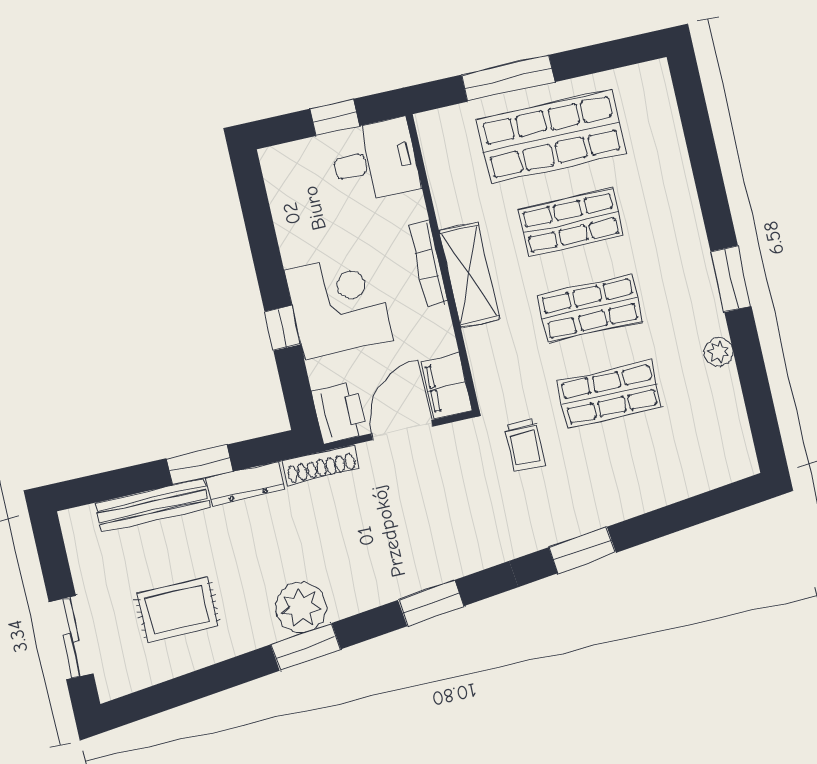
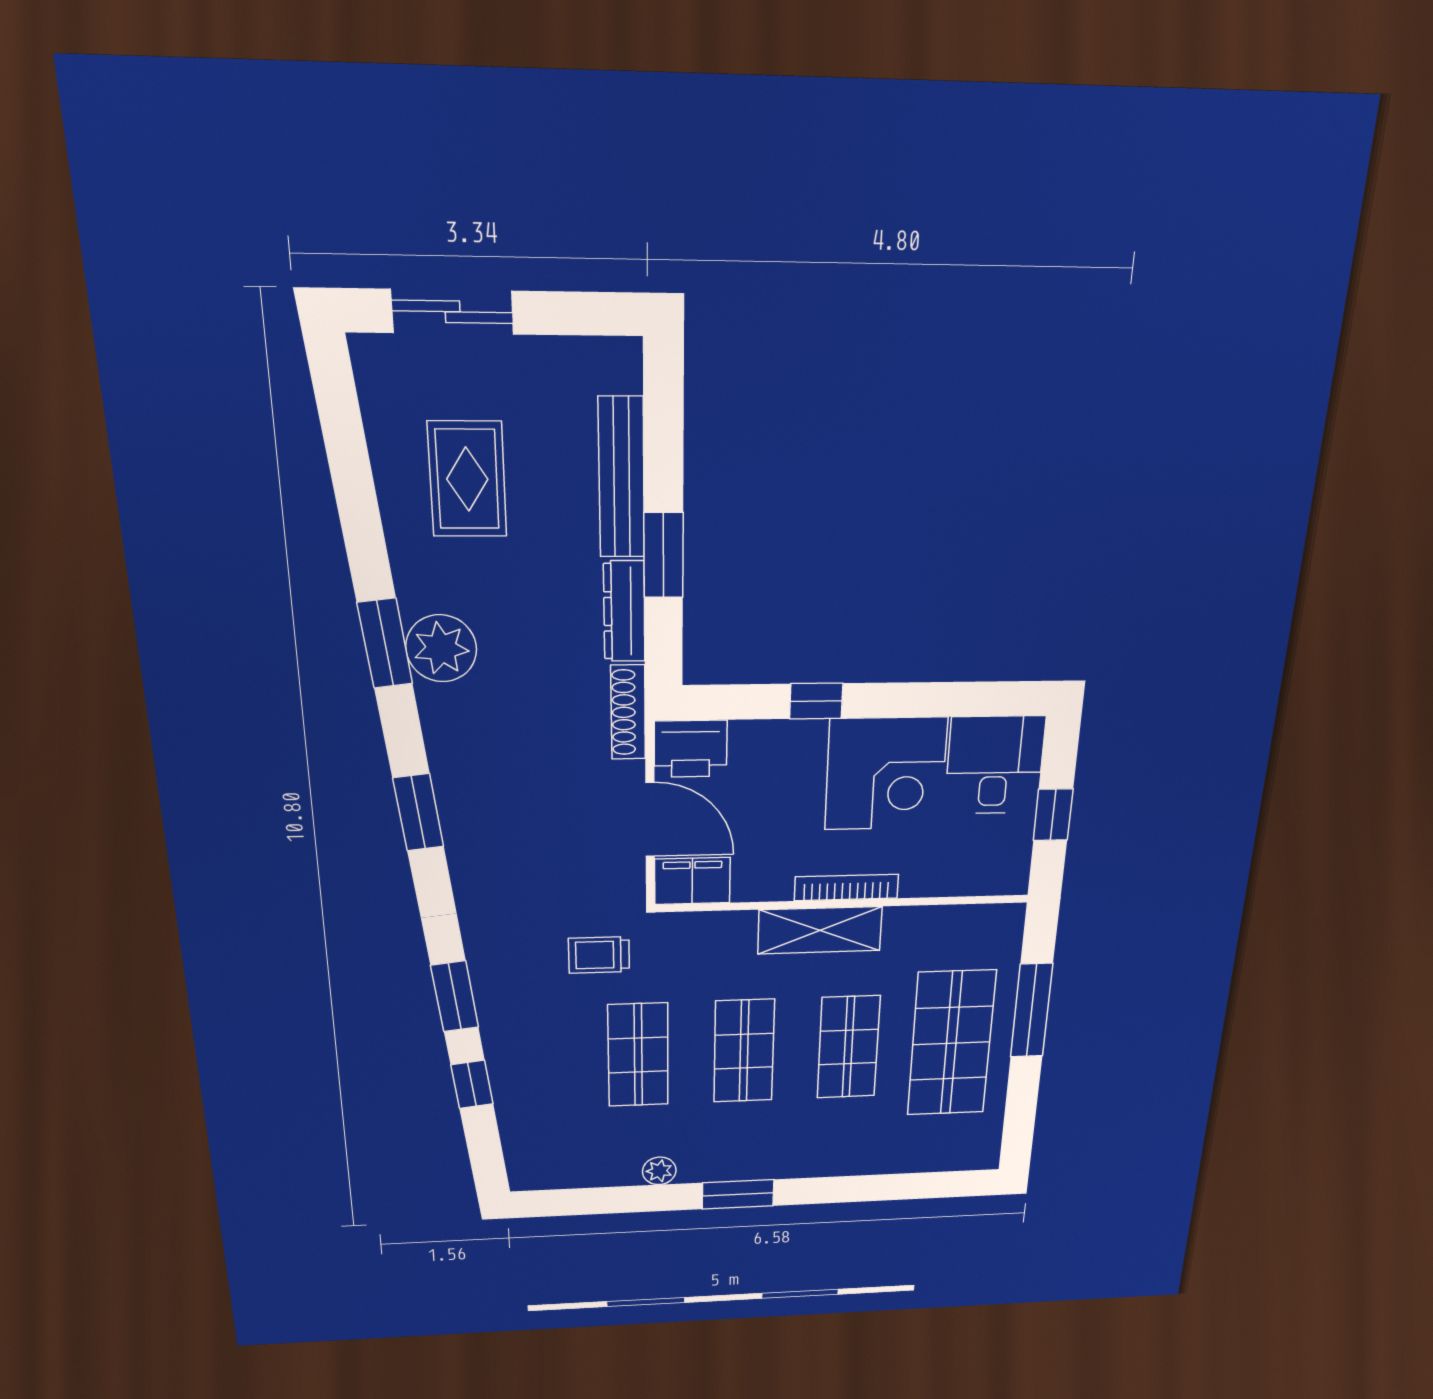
desk: (375, 161) -> (995, 765), moved, turned 180
corner desk: (339, 305) -> (886, 774), moved
window: (661, 522) -> (472, 1084), added

